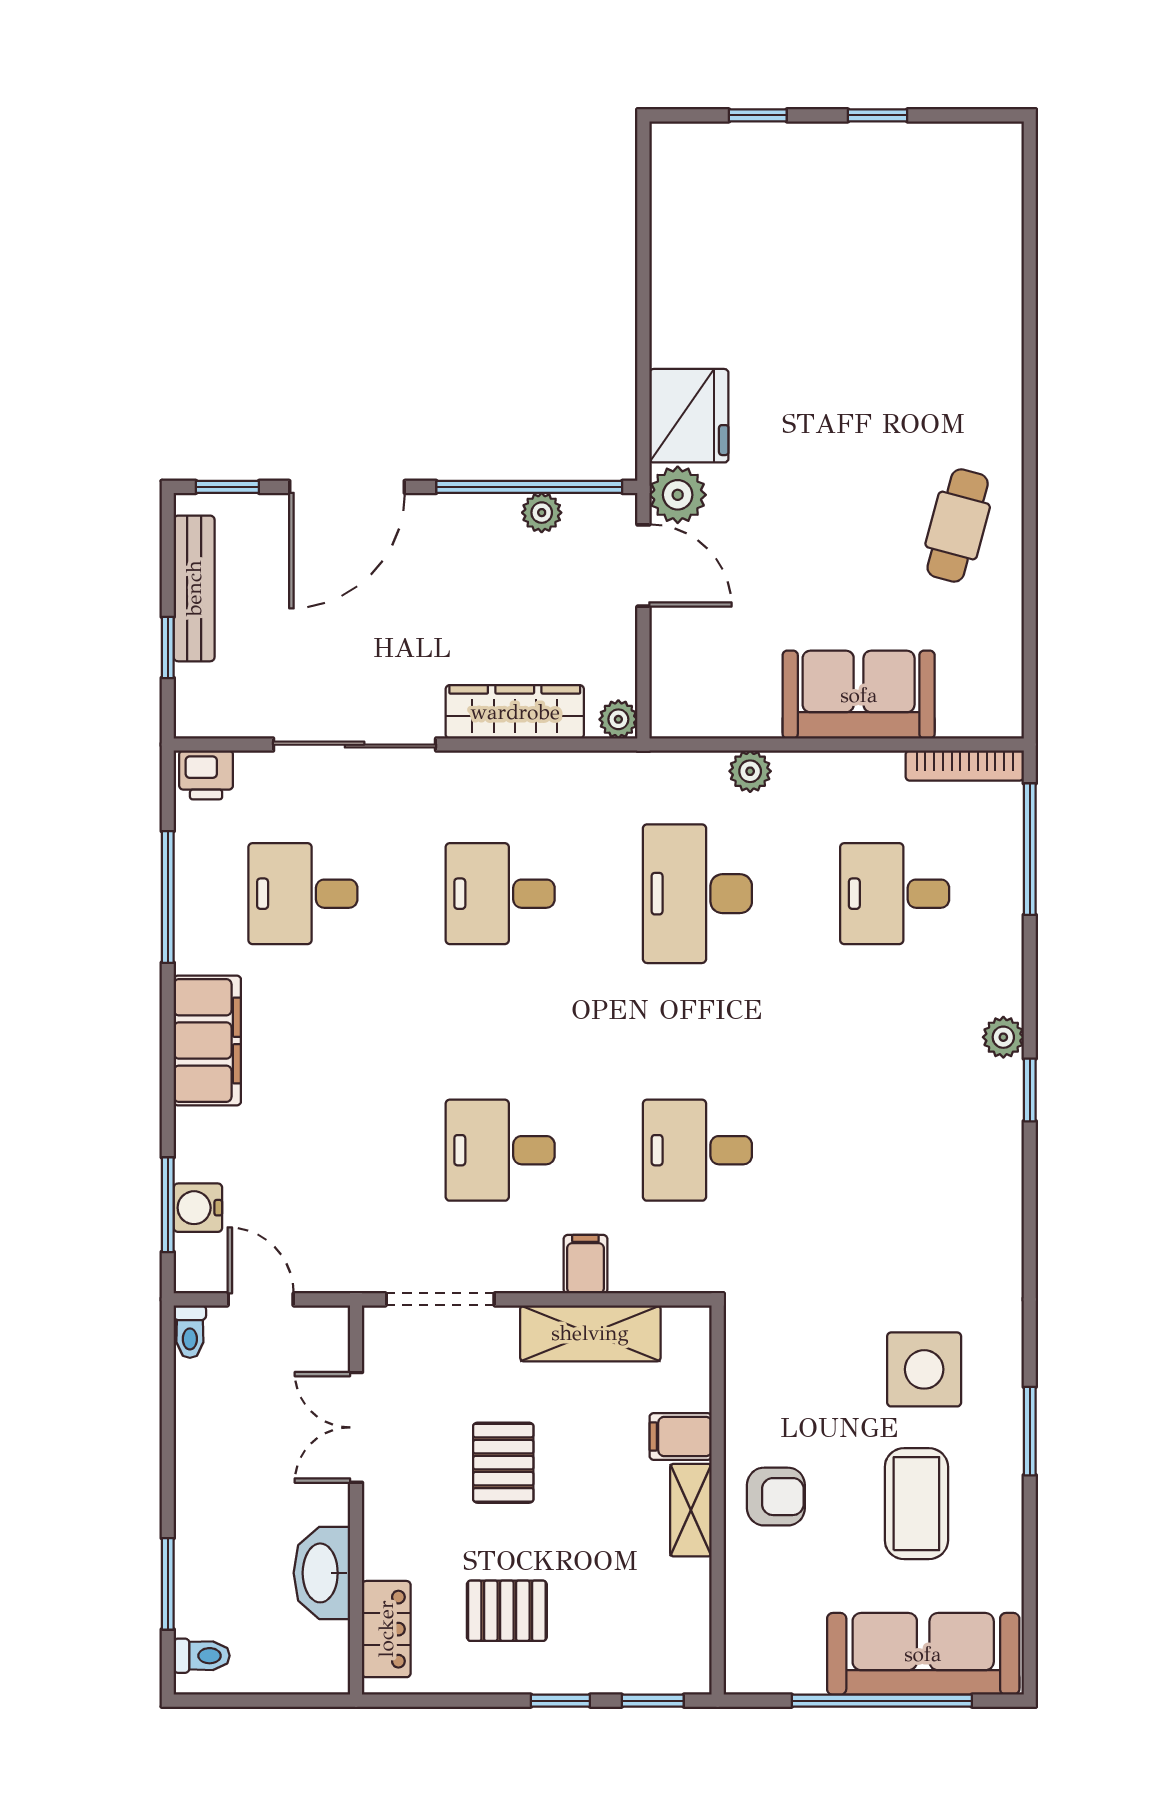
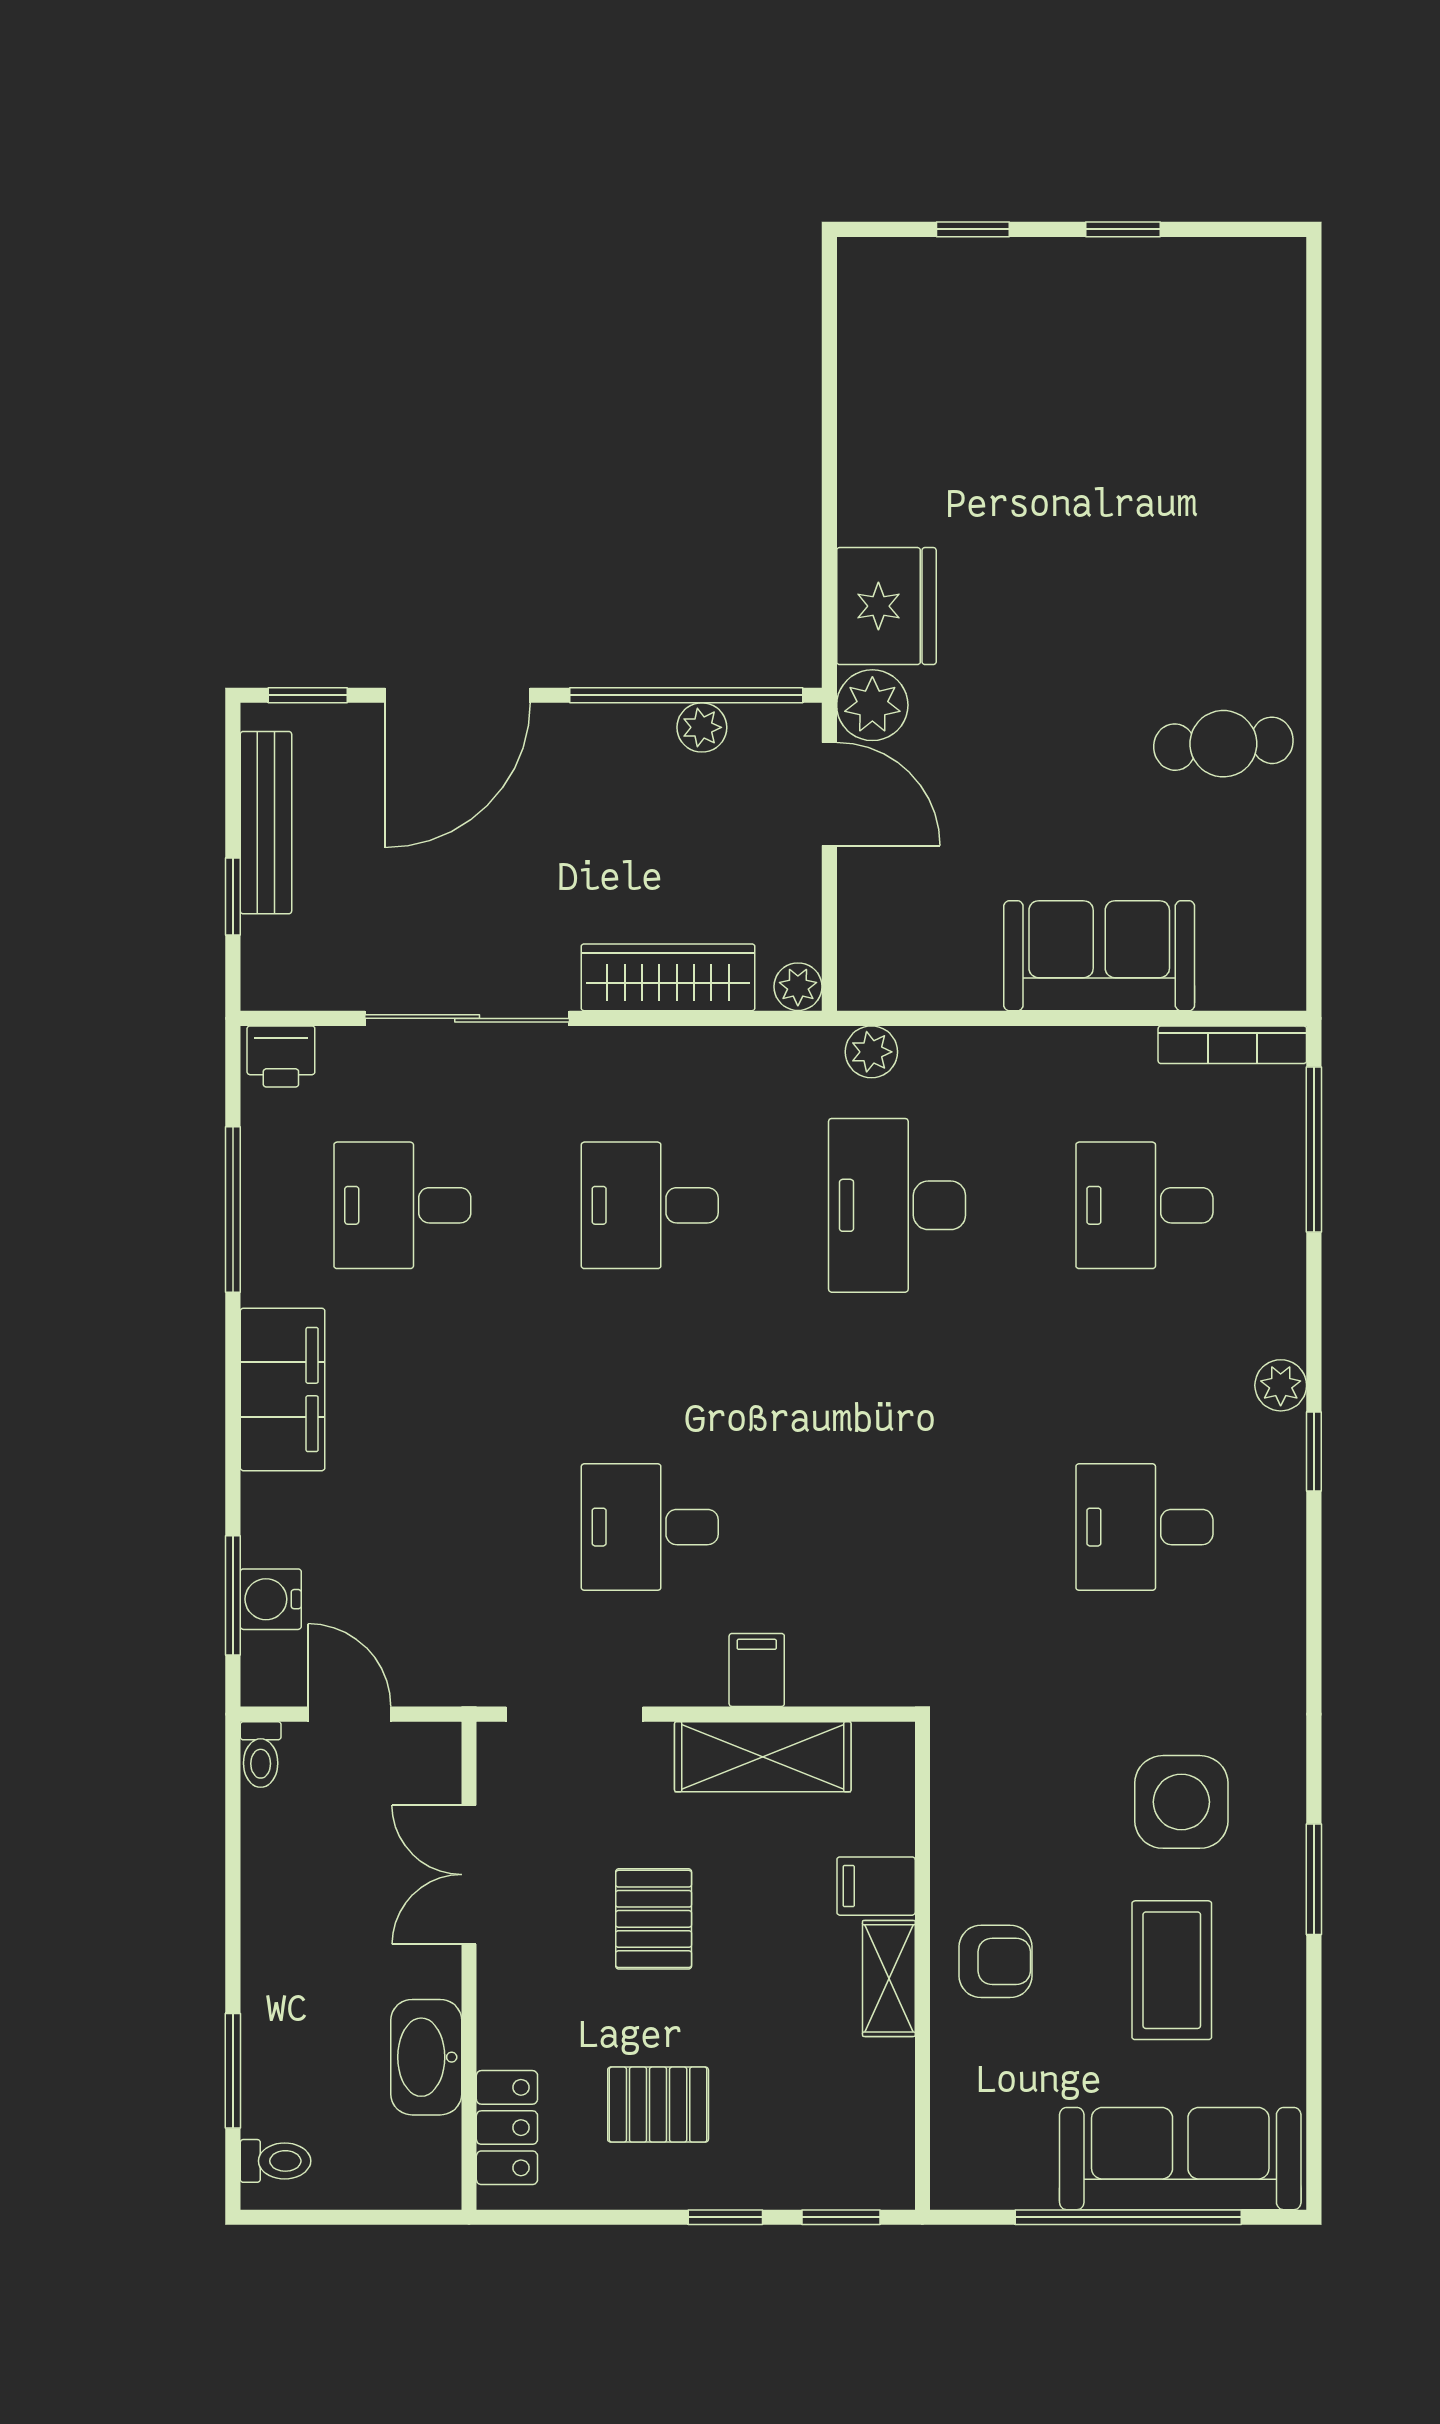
cafe table: (958, 526) -> (1223, 744), turned 71
plant: (750, 771) -> (871, 1052), moved
desk: (697, 1150) -> (1144, 1527), moved

